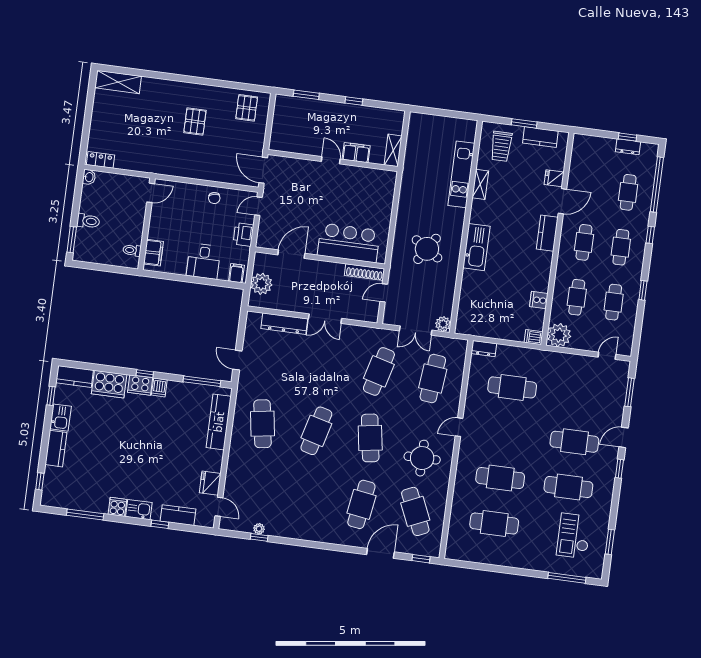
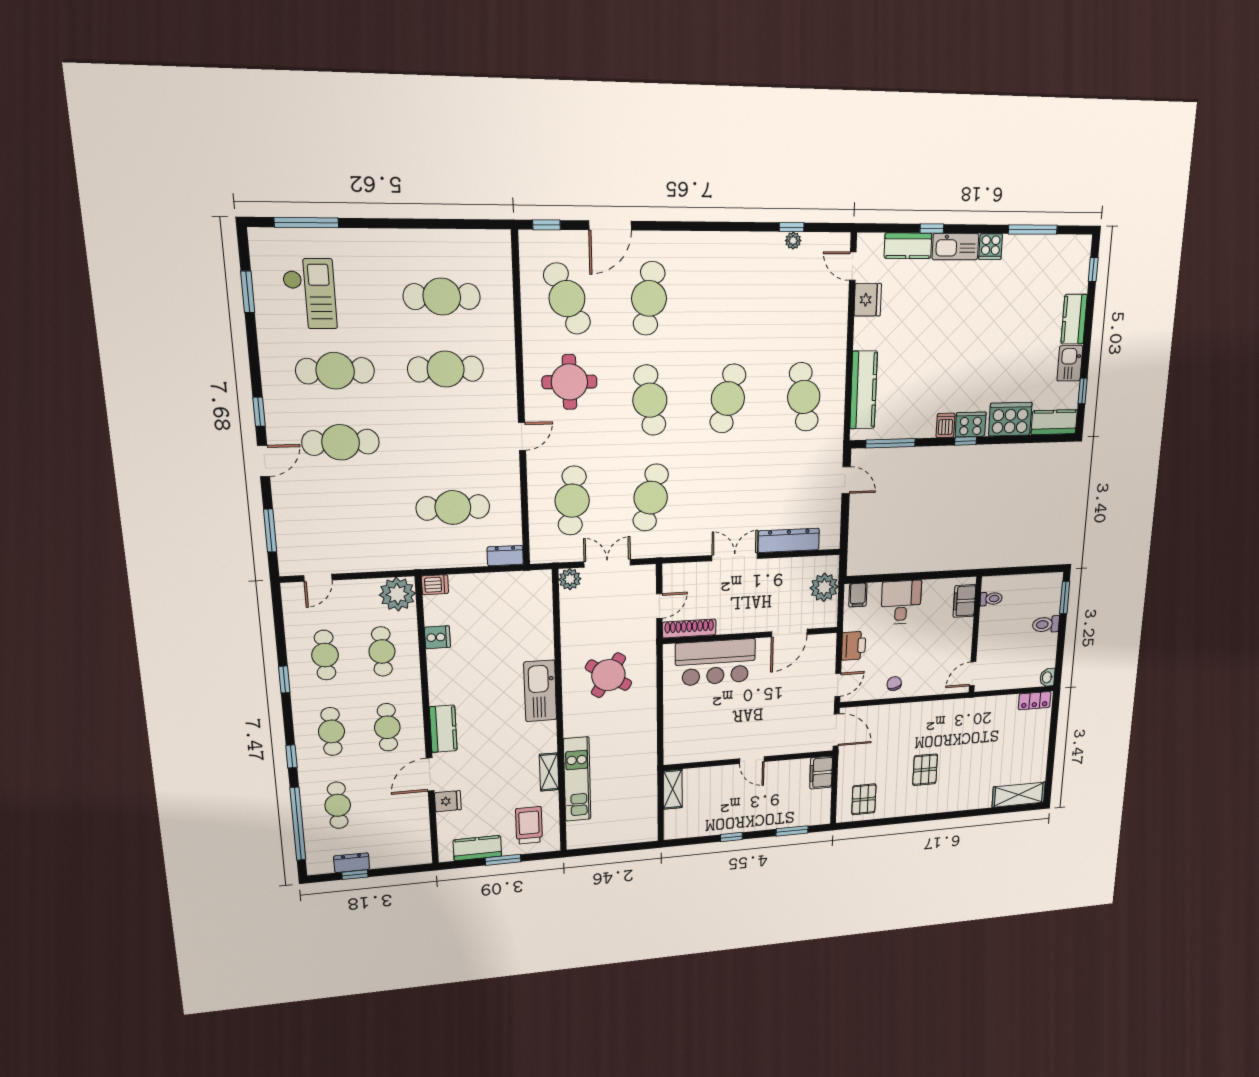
filing cabinet: (356, 153) -> (821, 773), moved, turned 90
kitchen sink: (139, 510) -> (955, 247), width x1.38

